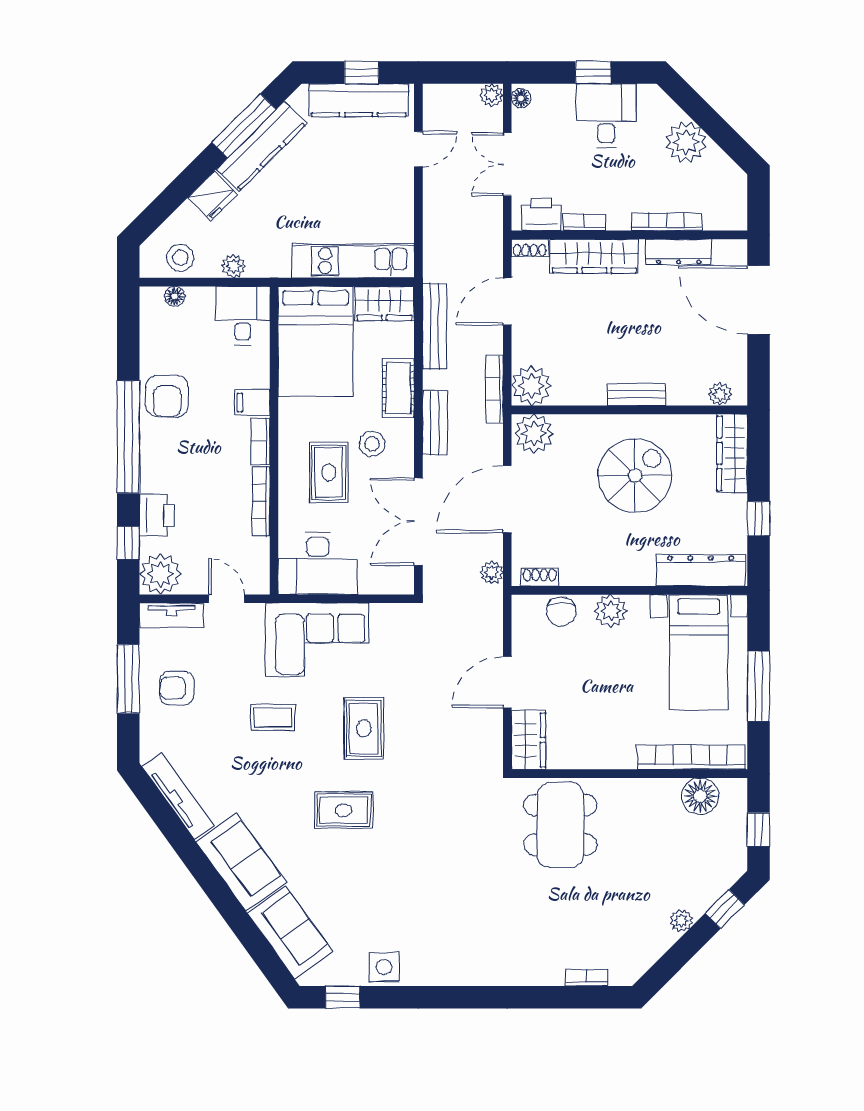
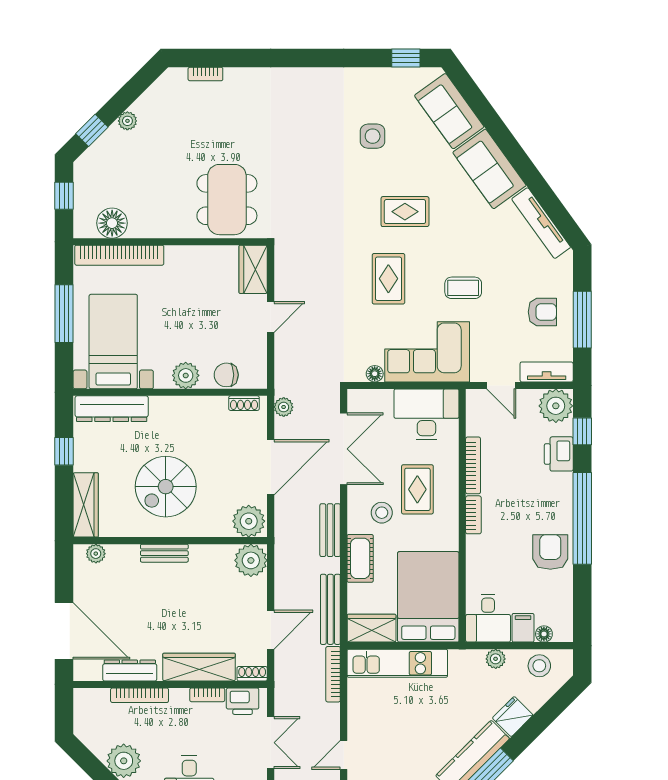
bookcase: (494, 389) -> (333, 674), moved, turned 180
filing cabinet: (252, 403) -> (523, 628), moved, turned -90
chair: (561, 611) -> (226, 375), turned -90
floor lamp: (381, 613) -> (375, 374), added
door: (507, 682) -> (271, 317), width x0.73
side table: (384, 967) -> (373, 136), moved

